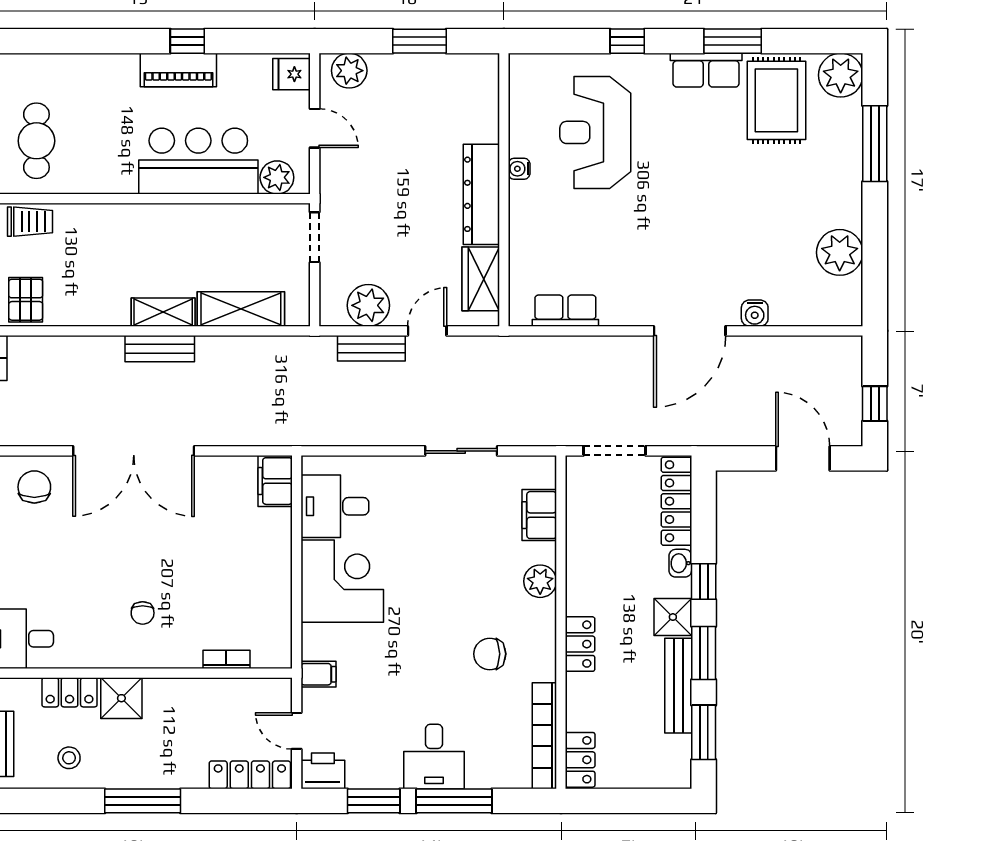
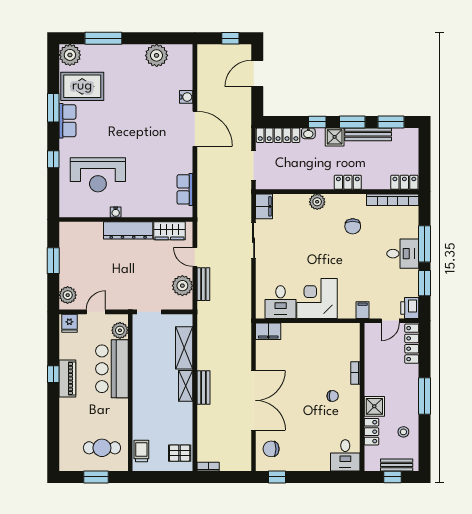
filing cabinet: (539, 515) -> (264, 206), moved, turned -90
bookcase: (226, 659) -> (355, 373), moved

